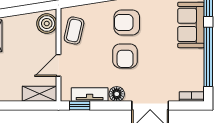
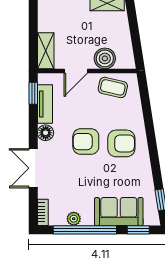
armchair: (127, 22) -> (121, 143), turned 90
boiler: (47, 24) -> (105, 58), moved
door: (59, 65) -> (76, 71), swing flipped
plant: (198, 67) -> (74, 219), added

